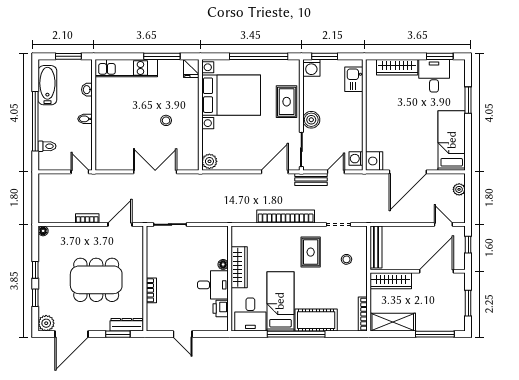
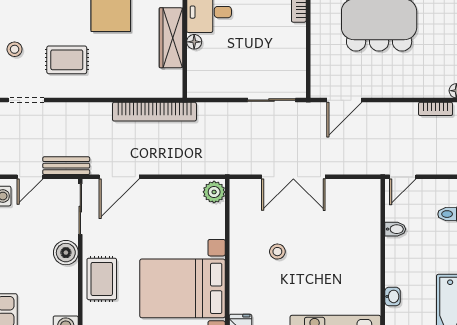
bidet: (85, 119) -> (395, 229), moved
door: (80, 172) -> (403, 177), hinge flipped
bookcase: (286, 217) -> (154, 112), moved
bookcase: (87, 218) -> (436, 109), moved
rug: (311, 252) -> (67, 60), turned 90

